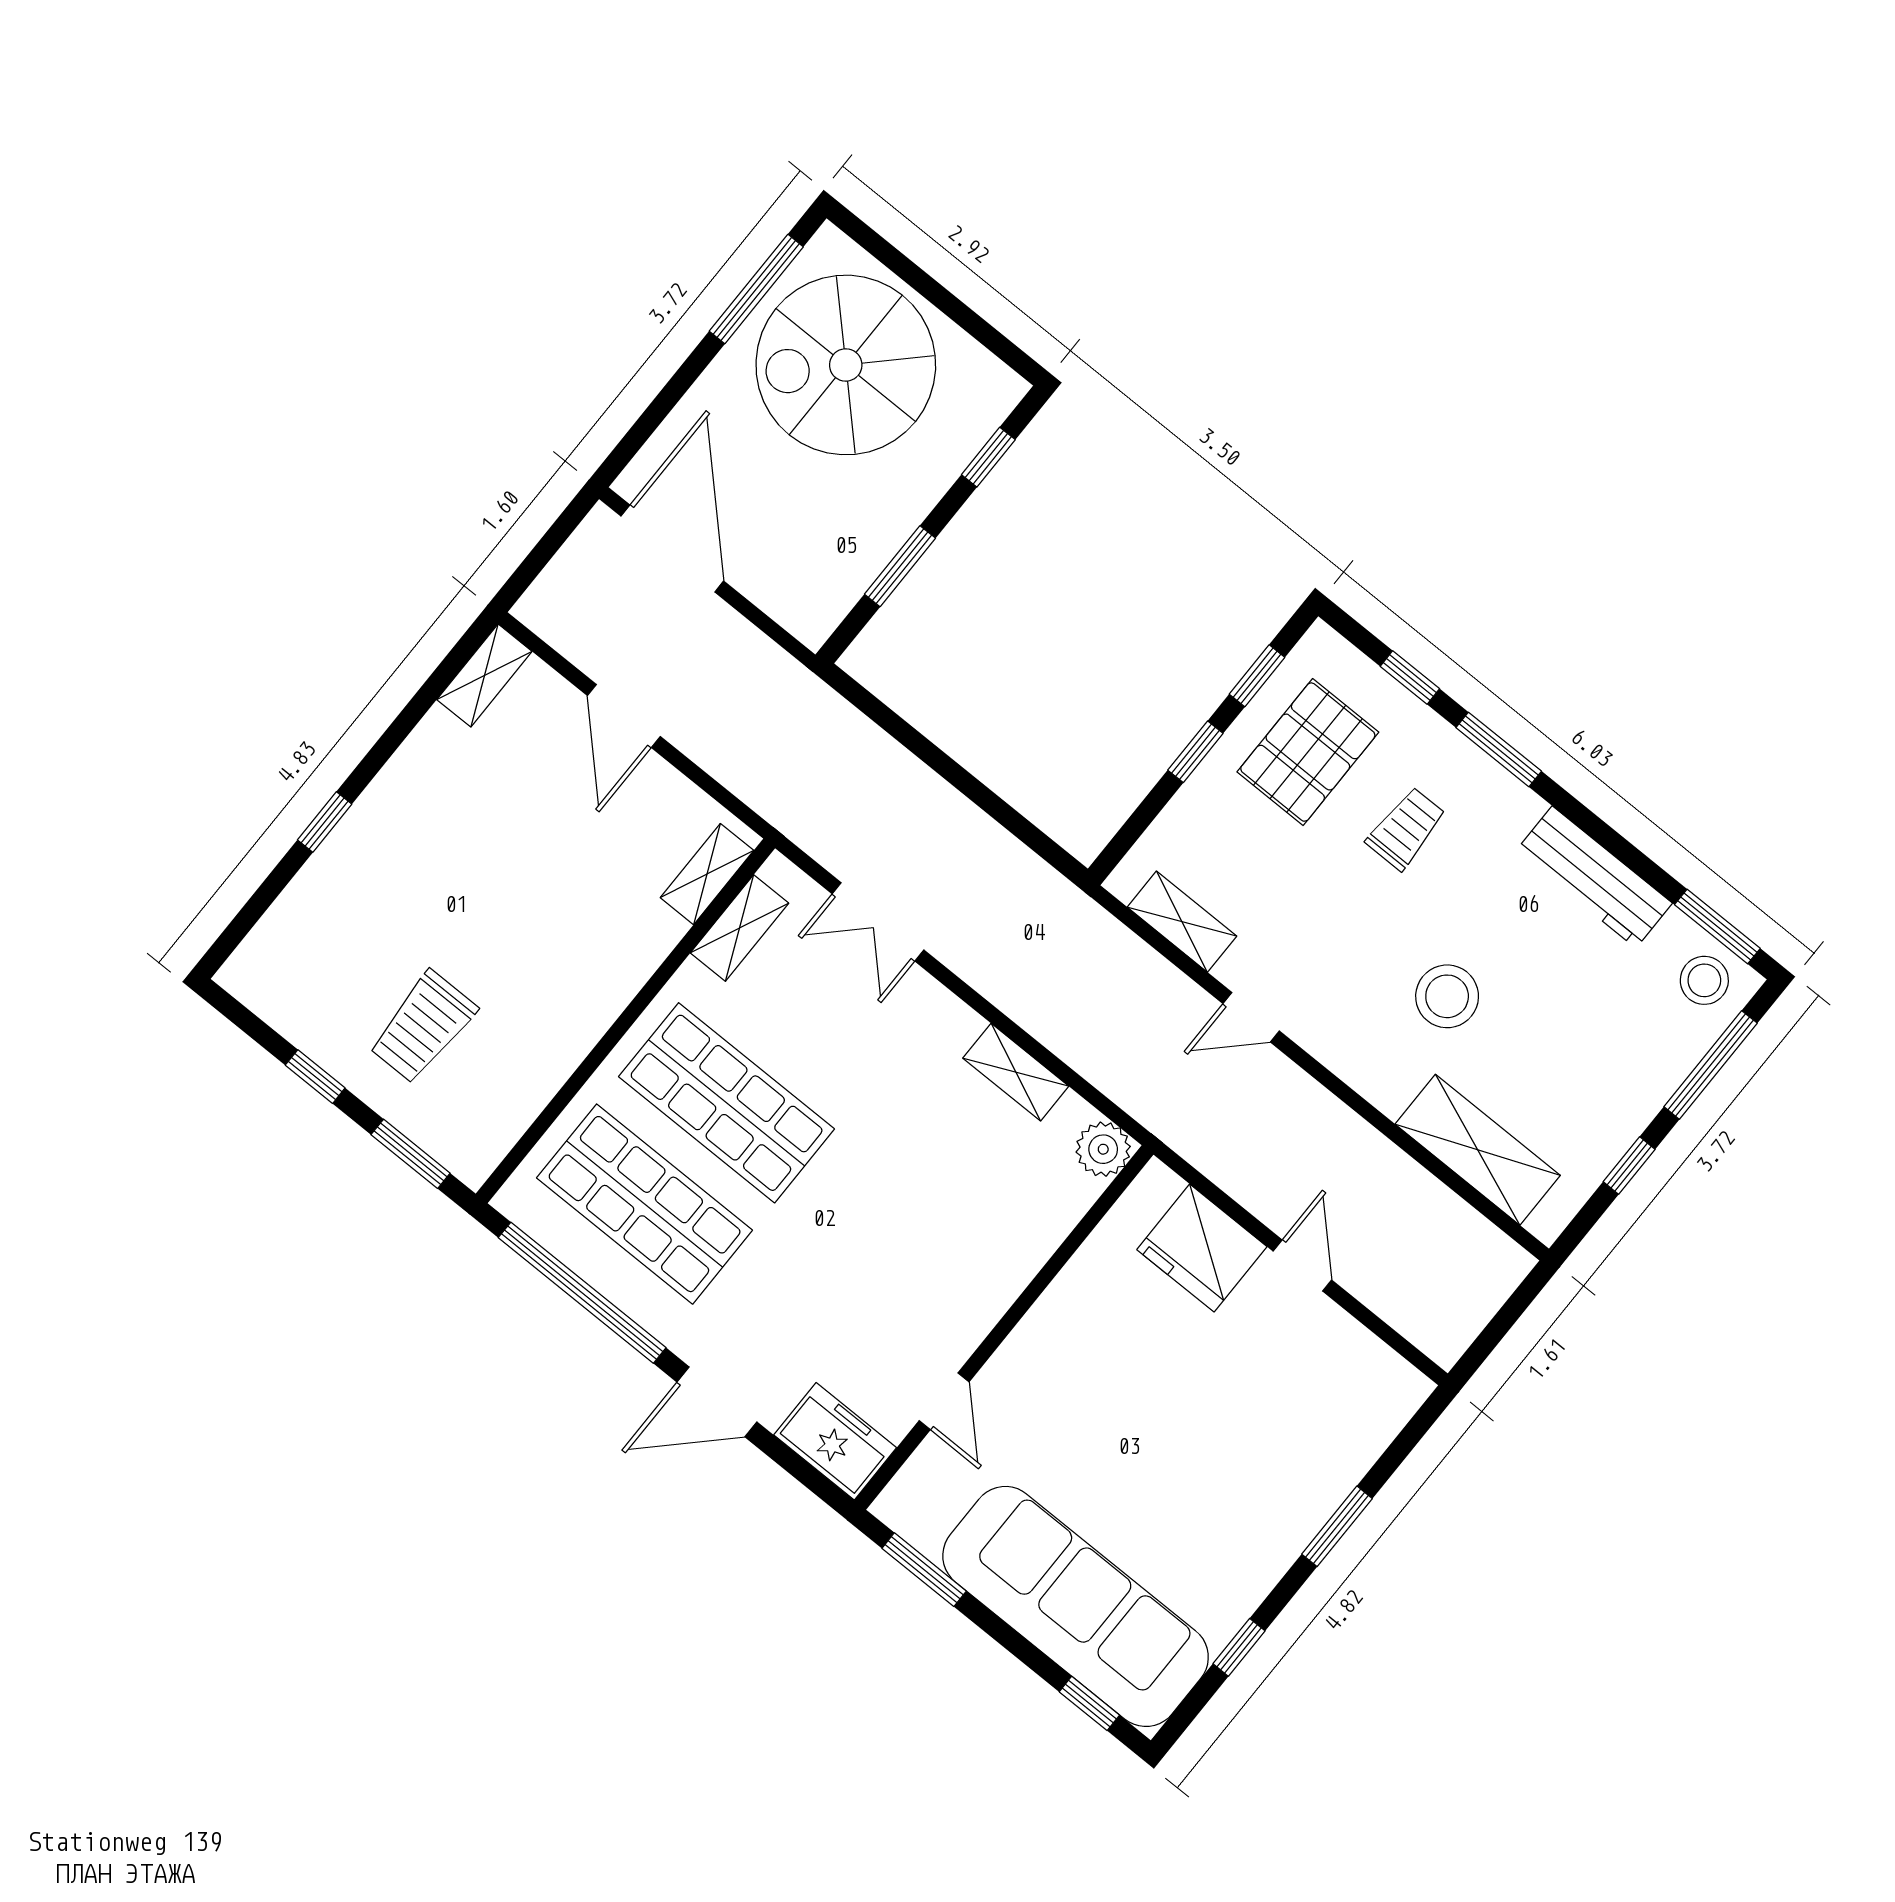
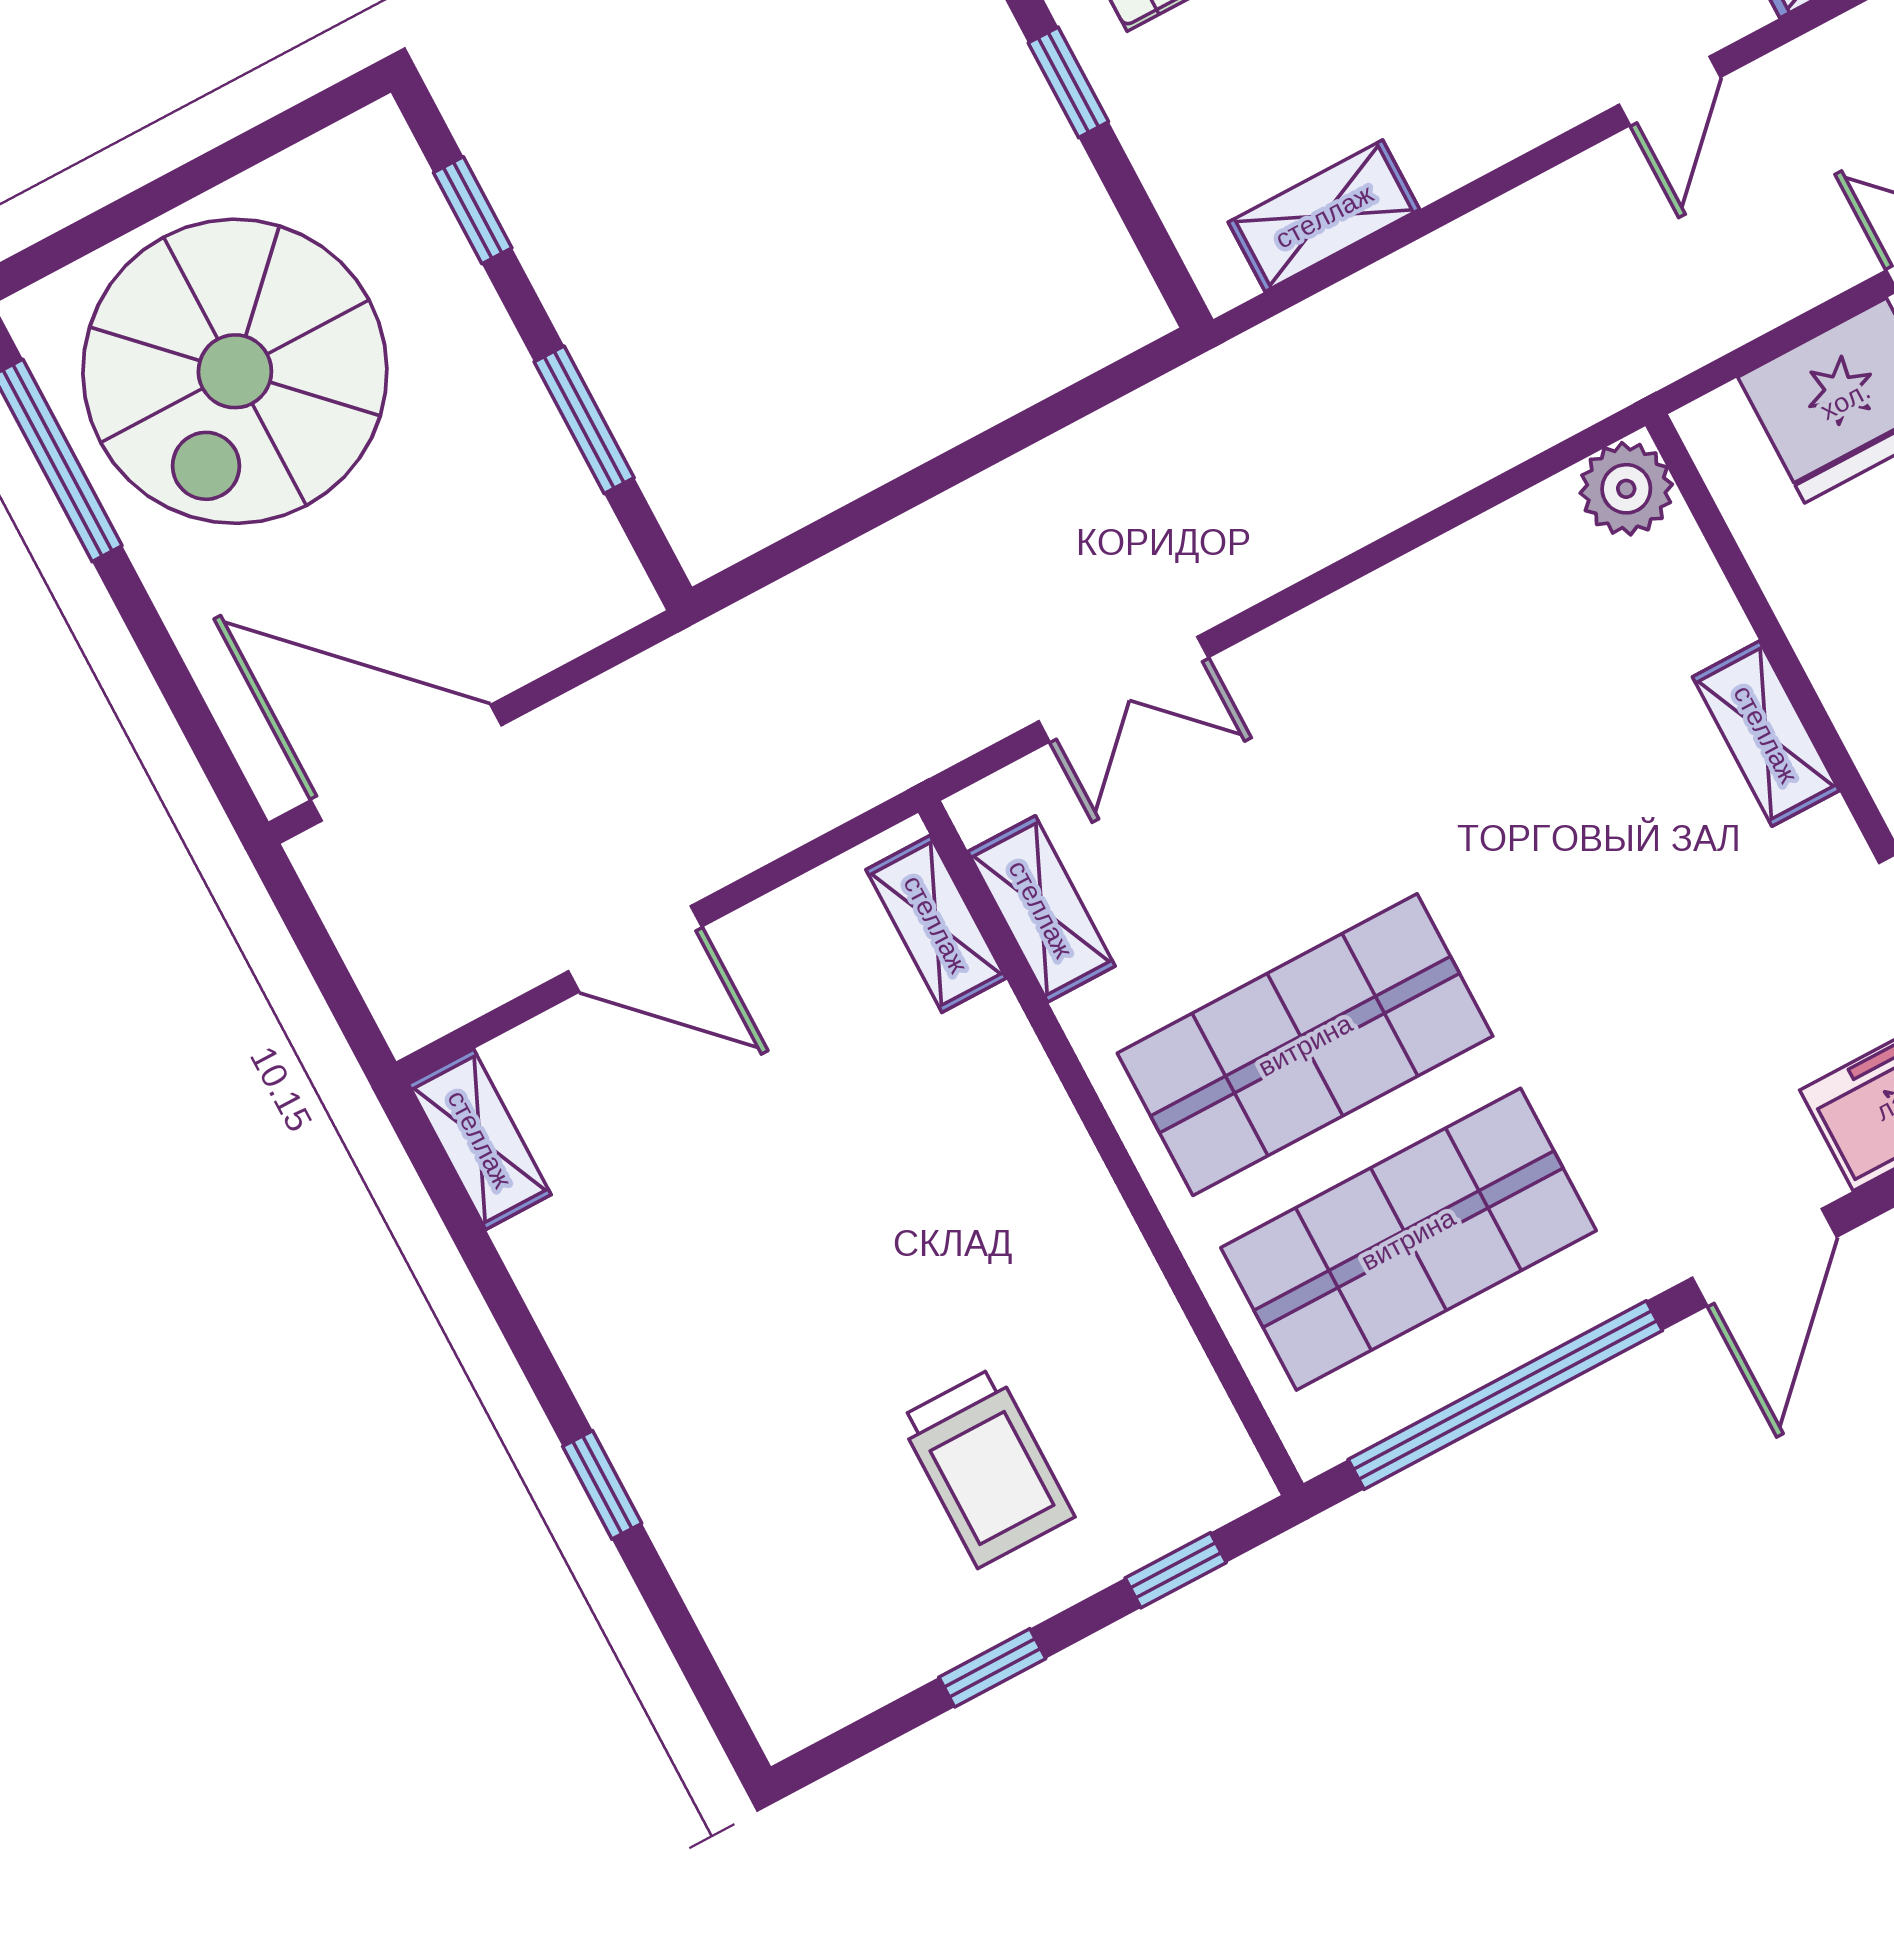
door: (1251, 1017) -> (1670, 91), moved
shelving: (1016, 1072) -> (1766, 734), moved, turned 90
window: (411, 1154) -> (1176, 1570), width x0.67

